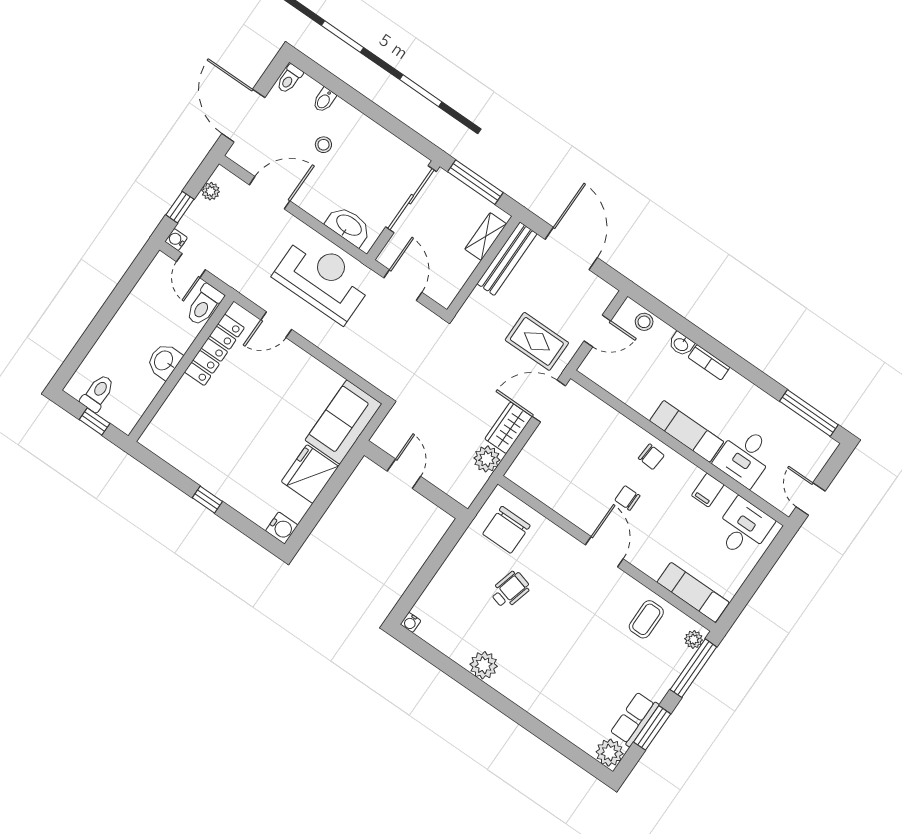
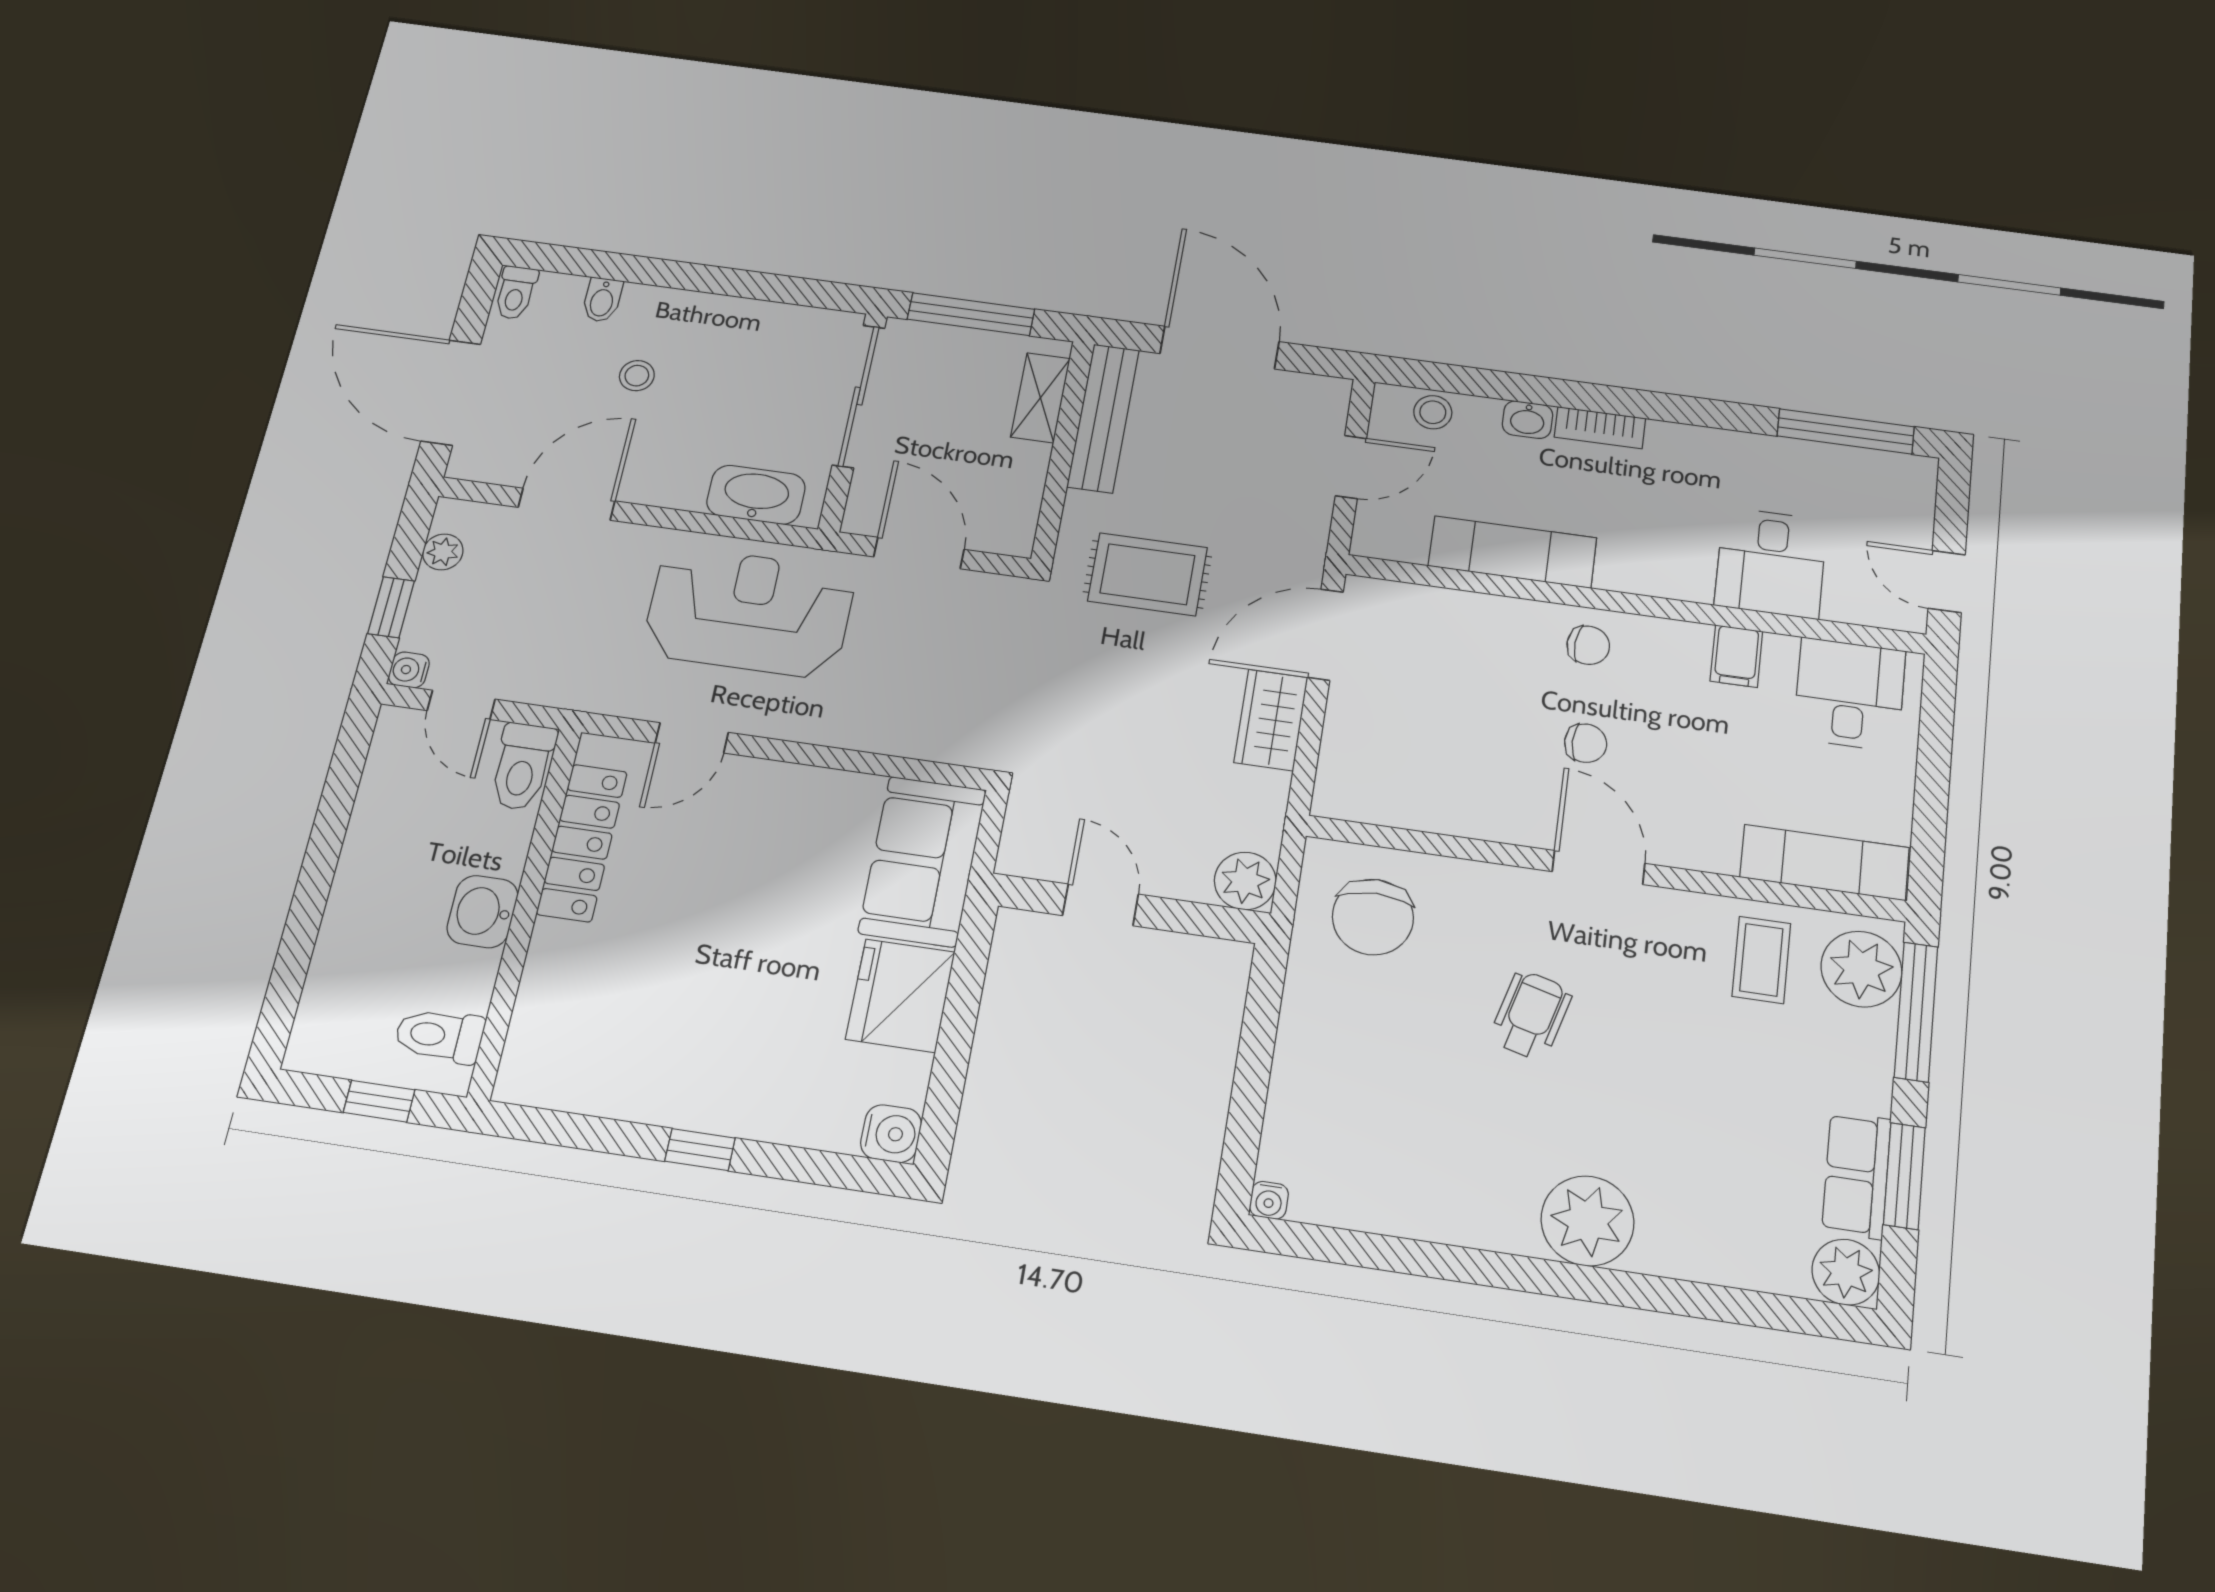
rug: (537, 341) -> (1148, 574), moved
toilet: (98, 393) -> (439, 1036), moved, turned -90
exam couch: (687, 431) -> (1512, 552), moved
plant: (487, 459) -> (1245, 881), moved
chair: (627, 498) -> (1586, 743), turned 180
wheelchair: (510, 590) -> (1531, 1015), moved
plant: (694, 639) -> (1861, 969), width x1.87, depth x1.87
plant: (484, 665) -> (1587, 1221), moved, width x1.36, depth x1.36

